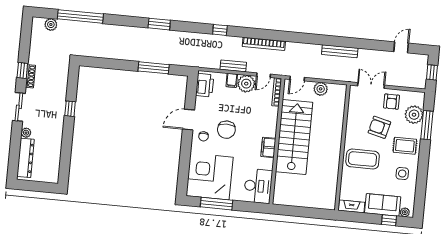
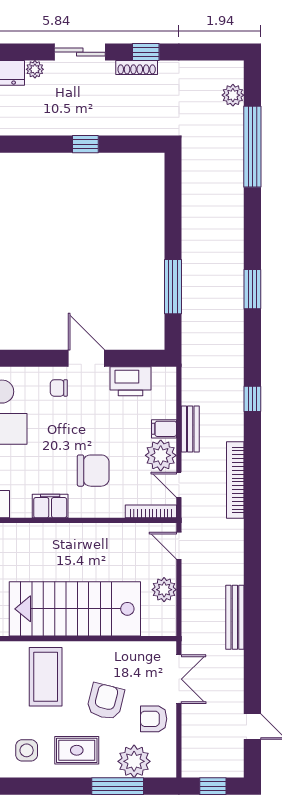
printer: (205, 85) -> (130, 381), moved
chair: (226, 130) -> (93, 471), moved, turned 180
stairs: (294, 137) -> (75, 609), moved, turned 180
rug: (405, 146) -> (77, 750), turned 90

